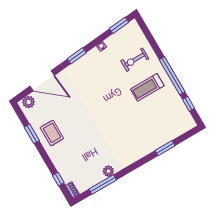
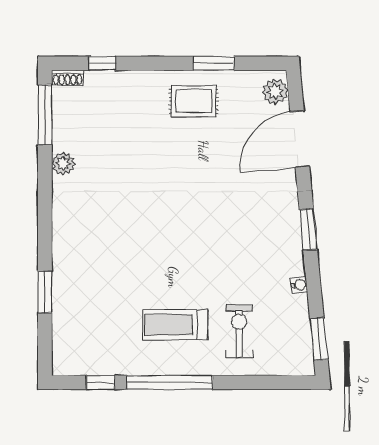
treadmill: (147, 87) -> (175, 325), turned -90
window: (103, 184) -> (45, 115), moved

